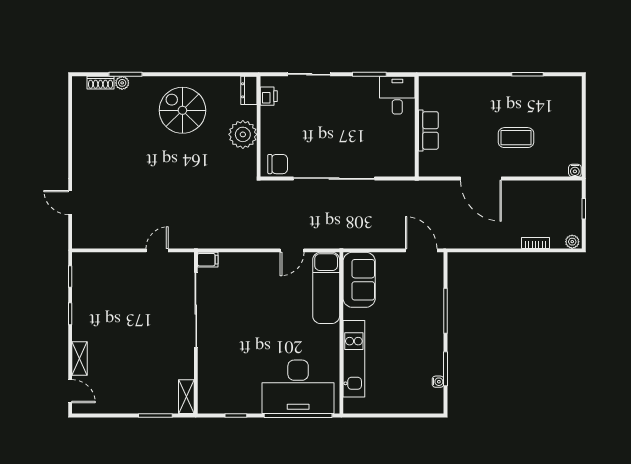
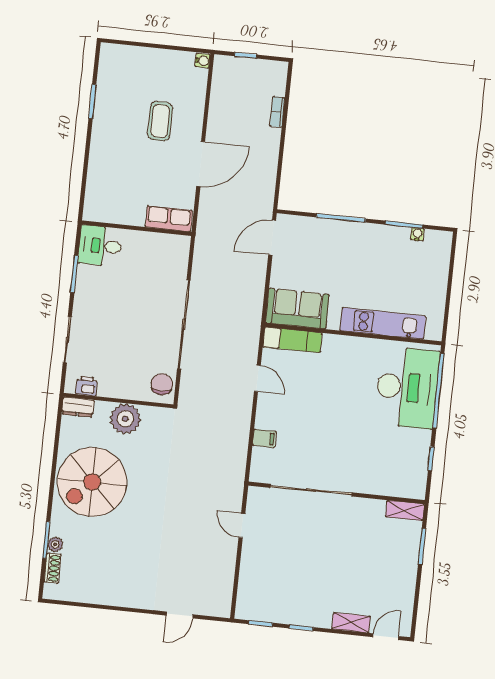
spiral stairs: (182, 110) -> (92, 482), width x1.37, depth x1.37
row of seats: (428, 130) -> (169, 219), moved
plant: (572, 242) -> (280, 72), removed
filing cabinet: (208, 260) -> (264, 438), moved, turned 90
exam couch: (326, 288) -> (292, 340), width x0.73, depth x0.69

